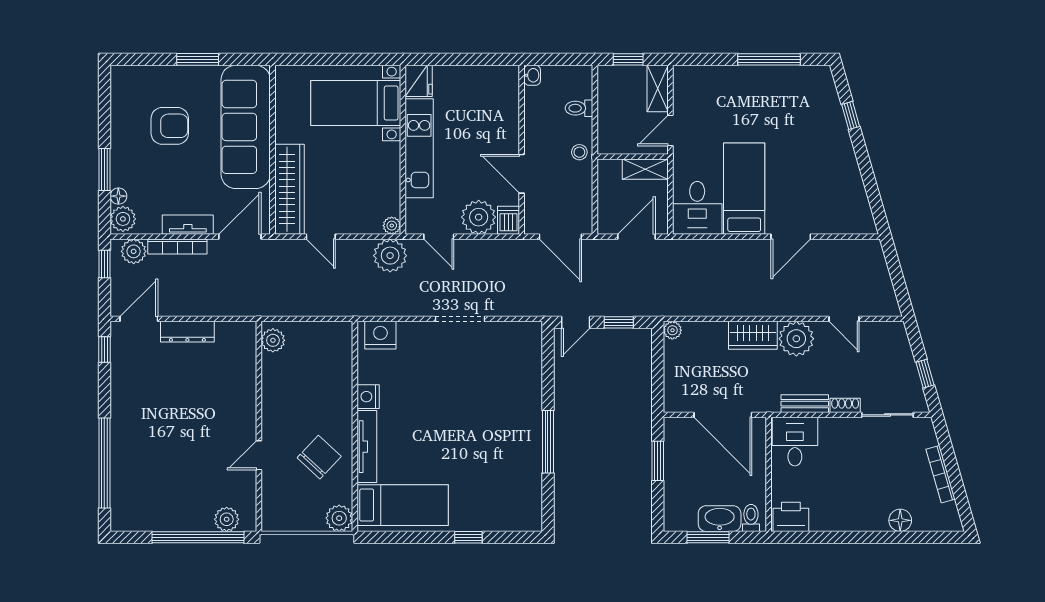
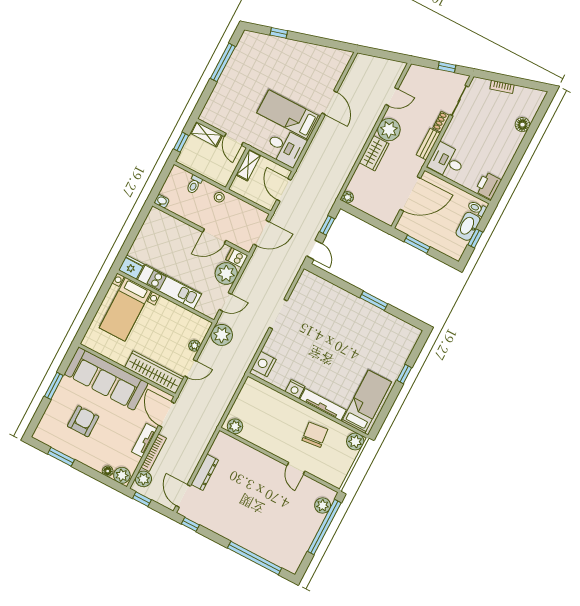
window: (104, 169) -> (61, 457), moved
plant: (392, 226) -> (194, 346), moved
window: (548, 442) -> (374, 301), width x0.69
chair: (319, 457) -> (315, 435), turned 41
bookcase: (940, 474) -> (502, 87), width x0.64
window: (708, 537) -> (475, 238), width x0.67

